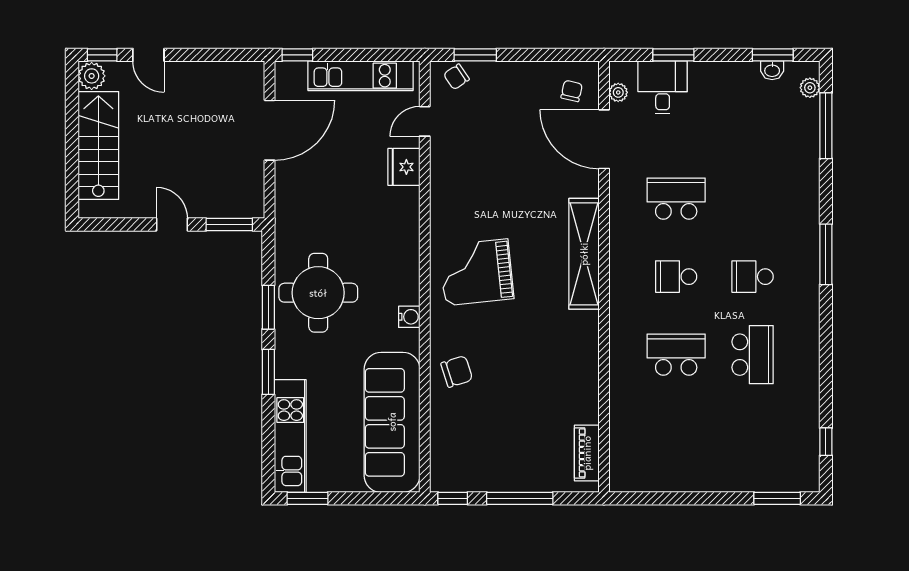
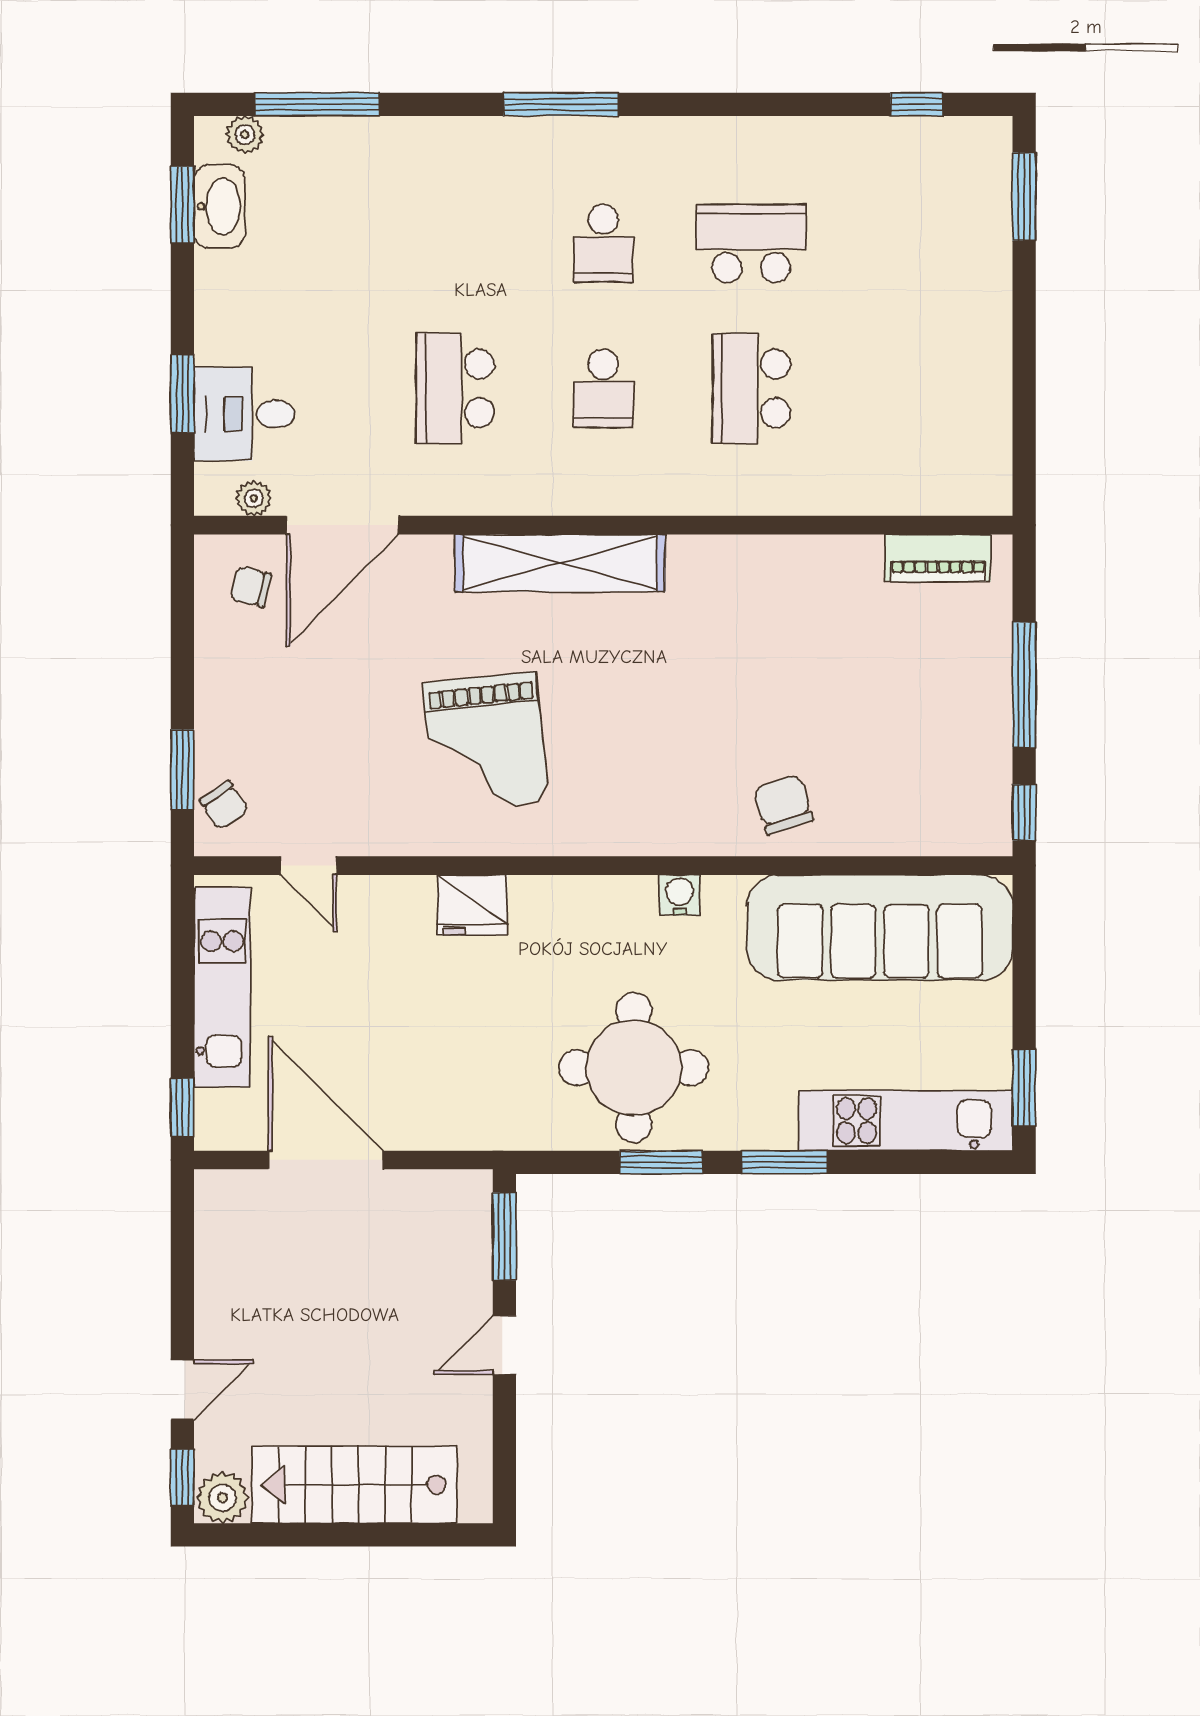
washbasin: (772, 70) -> (219, 206), width x1.91, depth x1.45
fridge: (404, 167) -> (472, 905), moved
grand piano: (476, 272) -> (486, 743), moved

